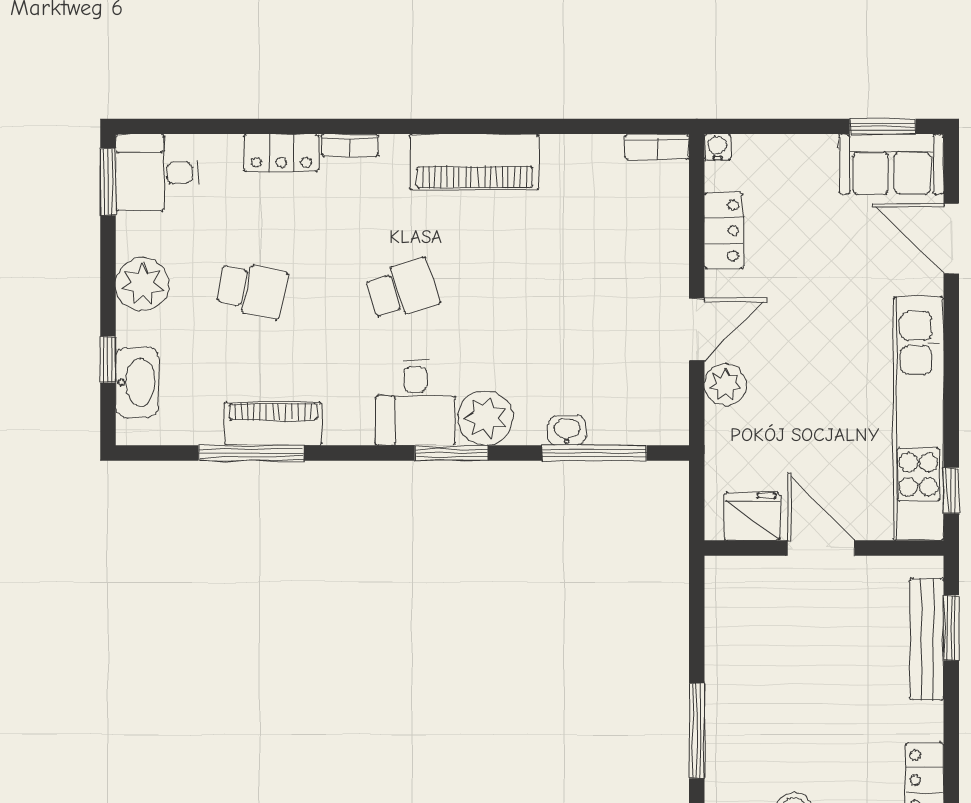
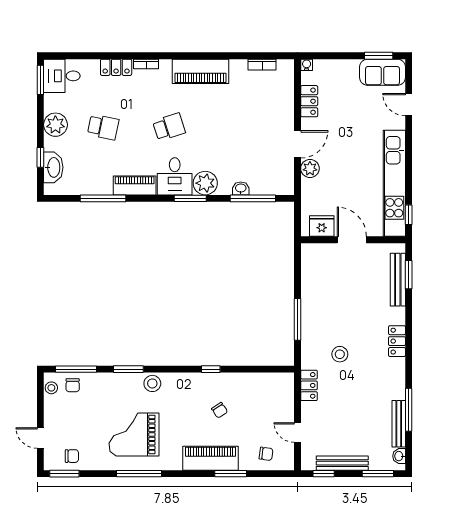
bookcase: (657, 147) -> (262, 65), moved
door: (951, 239) -> (409, 105), width x0.73
piano: (273, 424) -> (135, 185), moved

